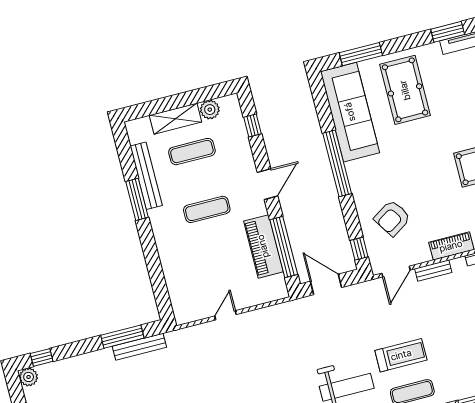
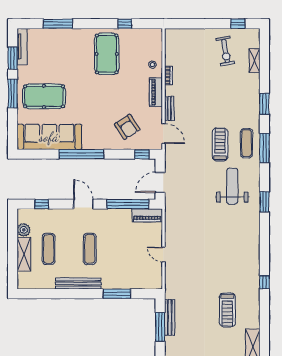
window: (361, 54) -> (13, 94), moved
bench: (146, 176) -> (78, 284), moved
window: (137, 199) -> (117, 294), moved
piano: (263, 246) -> (147, 215), moved, width x0.73, depth x0.75

